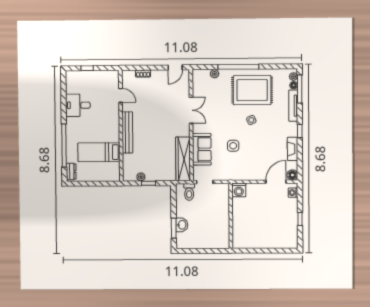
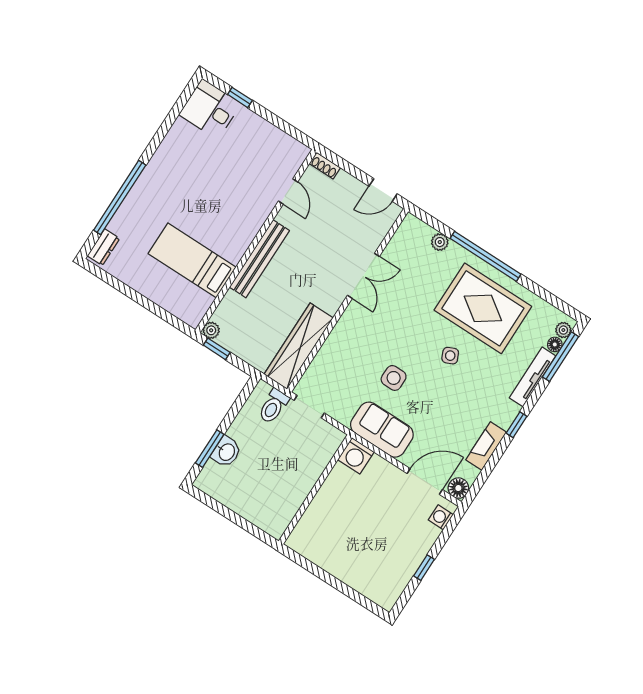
door: (121, 95) -> (288, 192), moved
desk: (78, 105) -> (210, 109), moved
wall: (121, 126) -> (256, 241), moved
bench: (127, 132) -> (259, 259), moved
sofa: (202, 149) -> (382, 430), moved, turned -90
bed: (99, 152) -> (192, 260), moved

